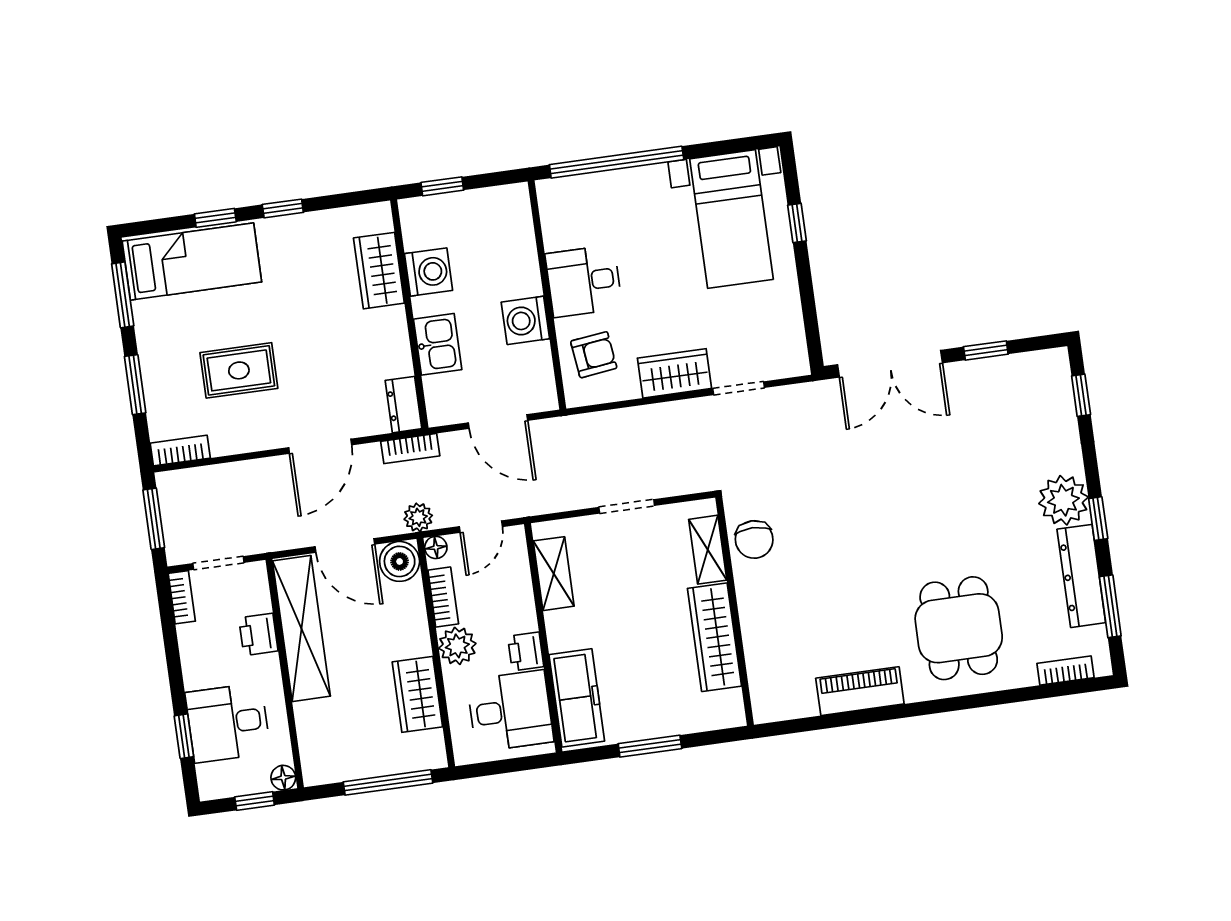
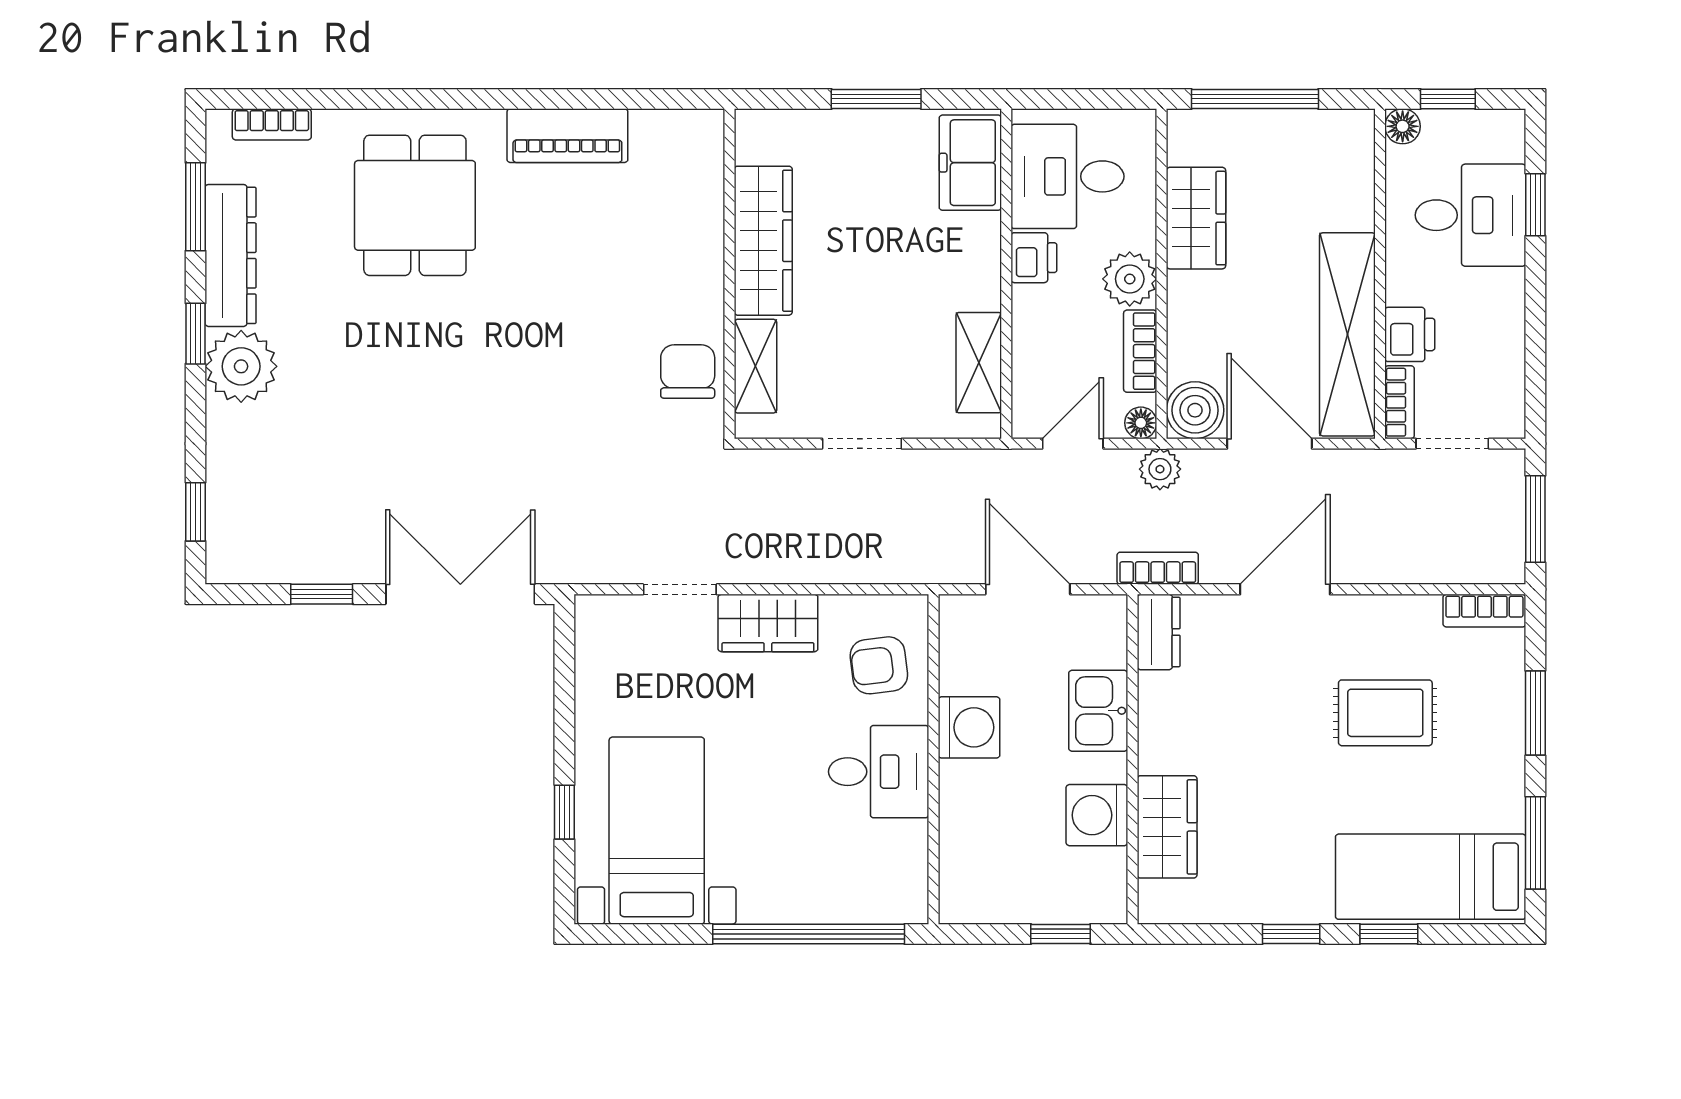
bookcase: (182, 597) -> (1400, 402), moved, turned 180
freezer: (577, 698) -> (970, 163), width x0.71

